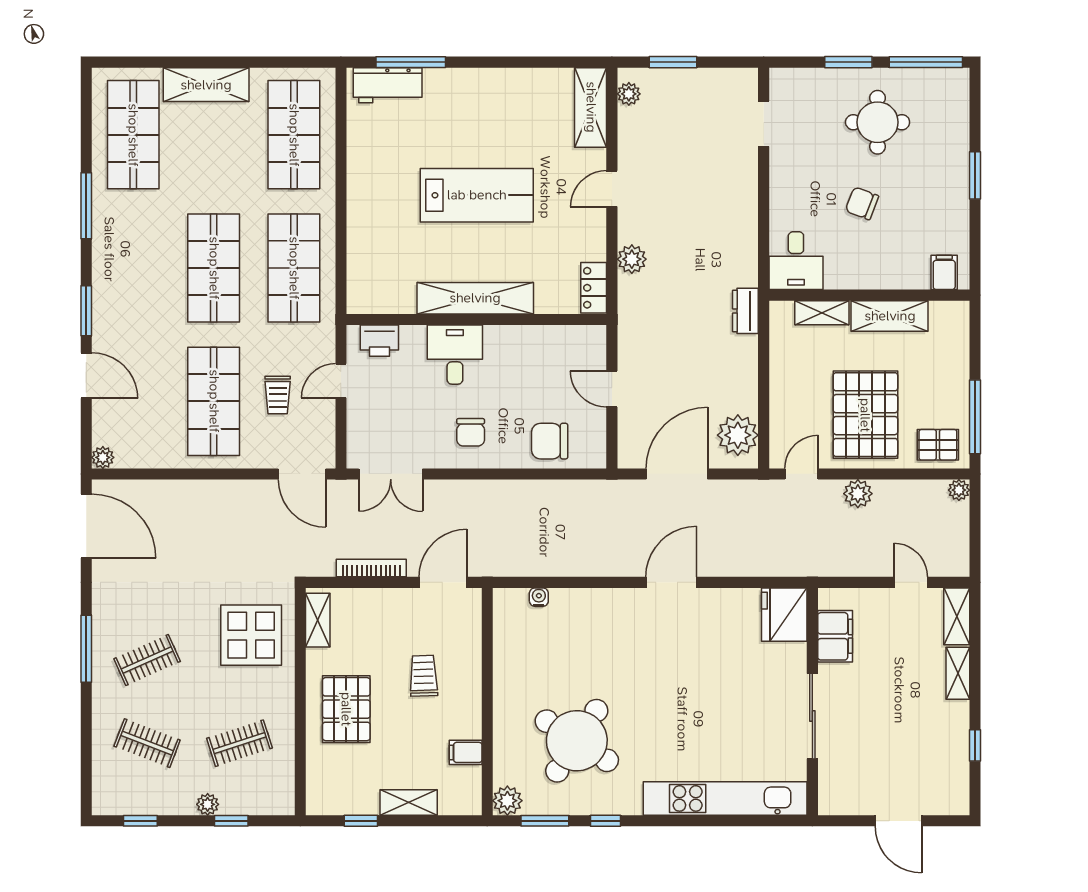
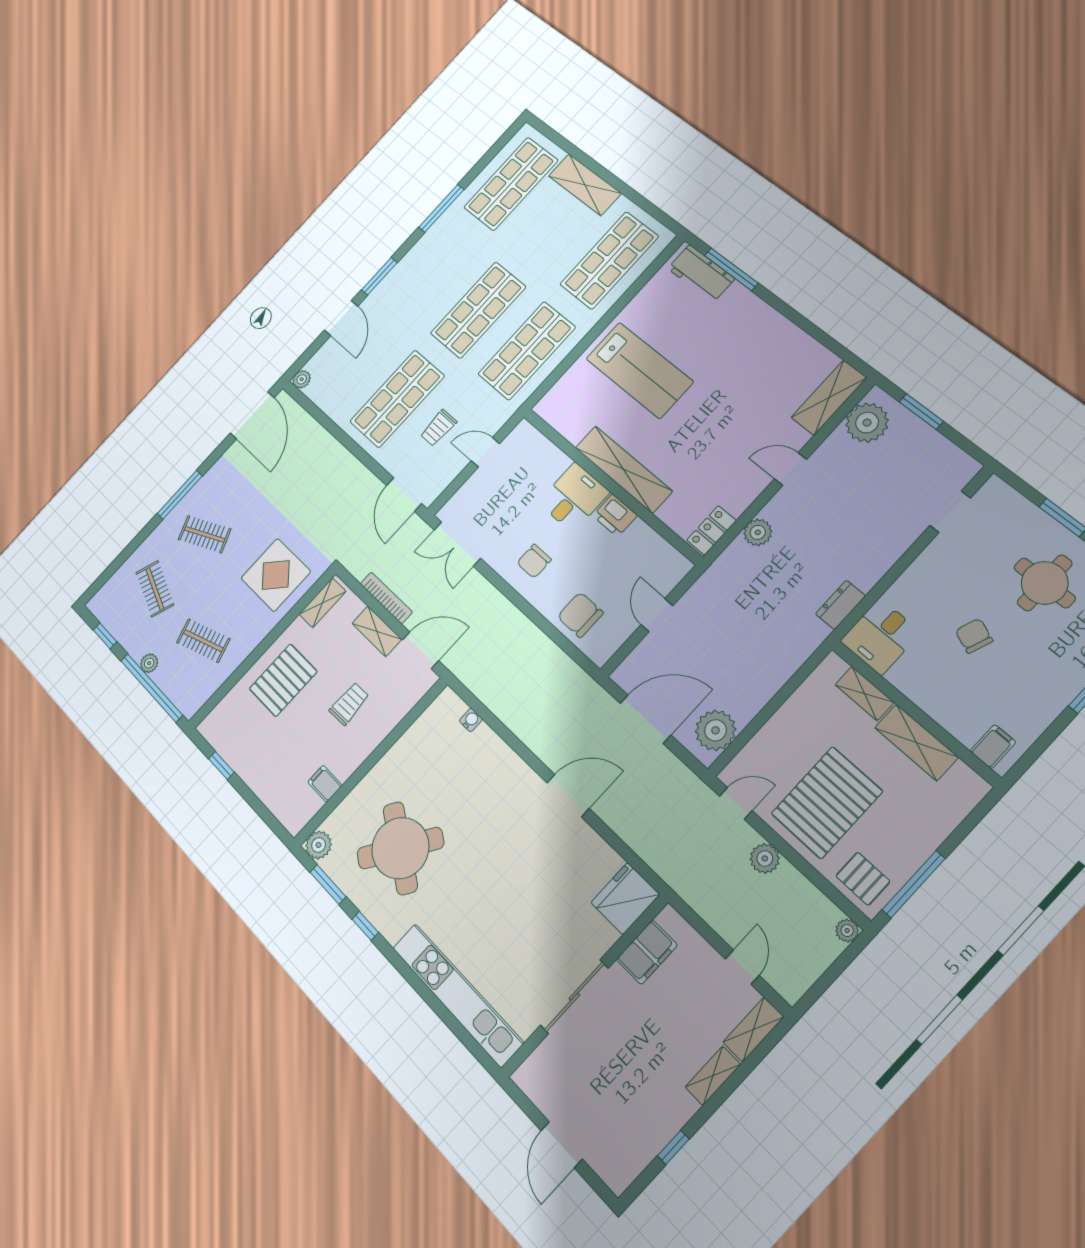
plant: (629, 94) -> (867, 423), width x1.88, depth x1.88
lab bench: (477, 195) -> (639, 370), moved
dresser: (745, 311) -> (840, 605), moved
printer: (379, 341) -> (615, 515), moved
shelving: (409, 803) -> (377, 631), moved
window: (231, 821) -> (151, 688), width x3.17

